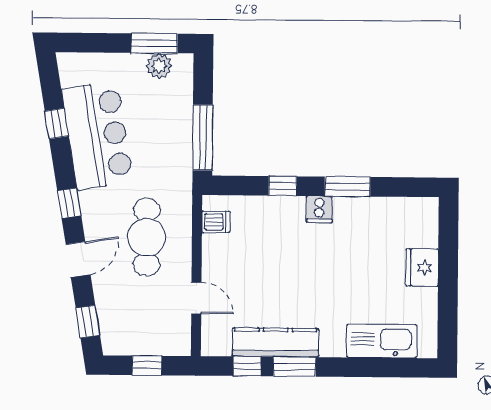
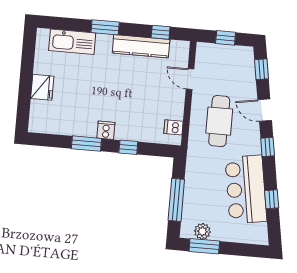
window: (203, 138) -> (176, 200), moved
door: (78, 259) -> (265, 110), hinge flipped
window: (295, 367) -> (105, 27), moved

